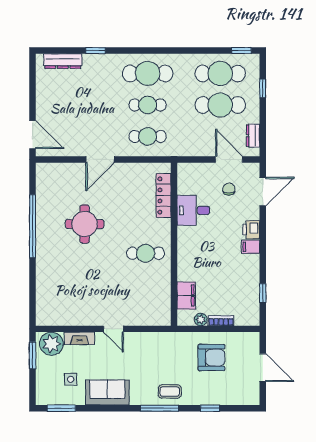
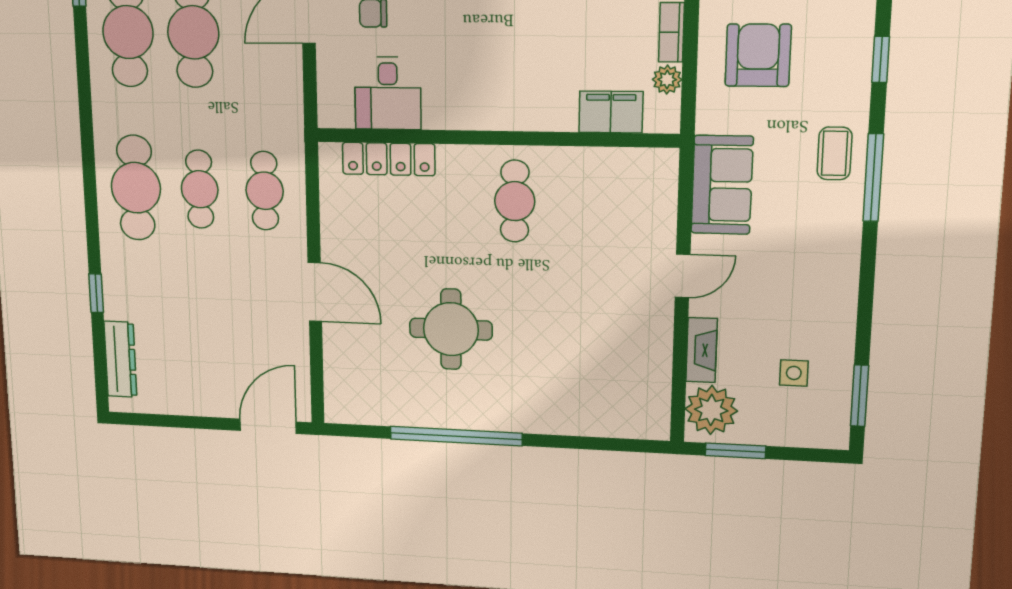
desk: (193, 210) -> (388, 93), moved
sofa: (107, 392) -> (722, 185), moved, turned 180

